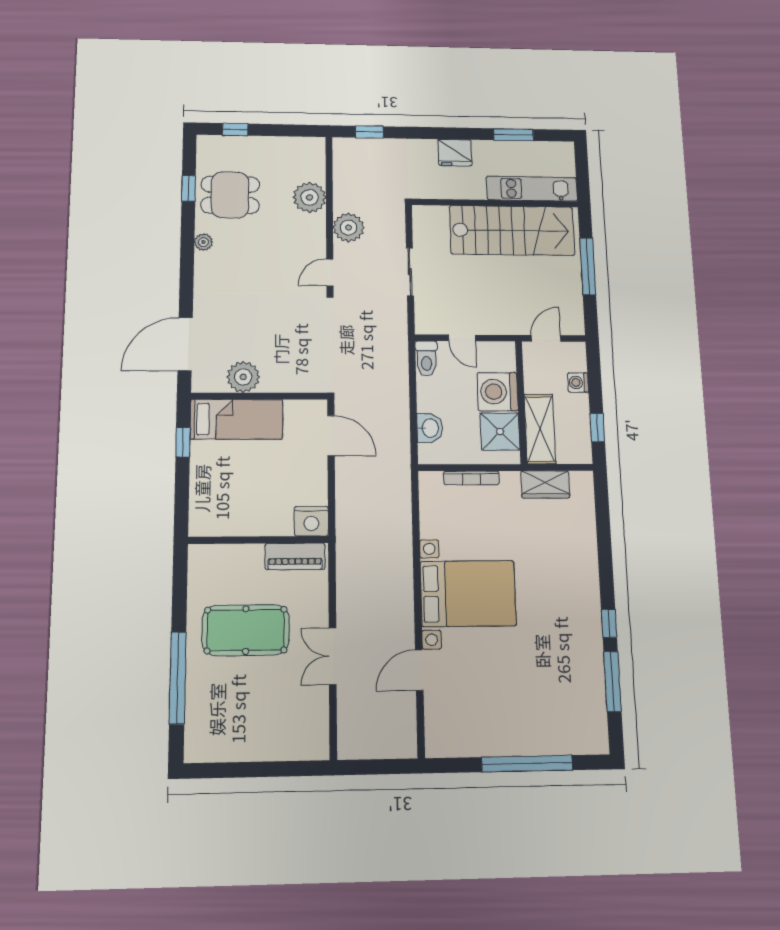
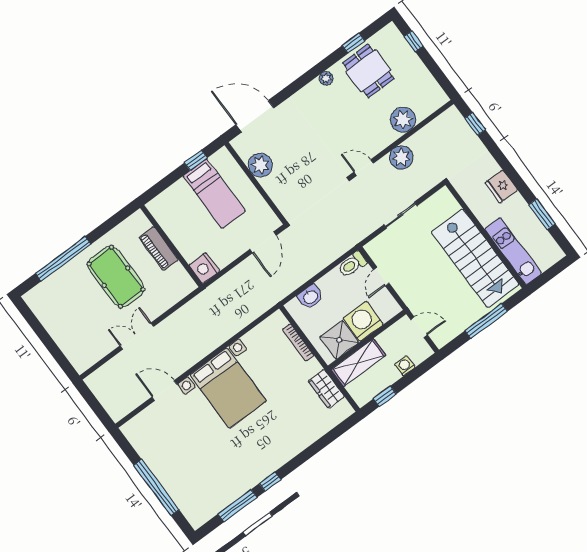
bed: (237, 419) -> (214, 194), moved
piano: (295, 556) -> (159, 249), moved

